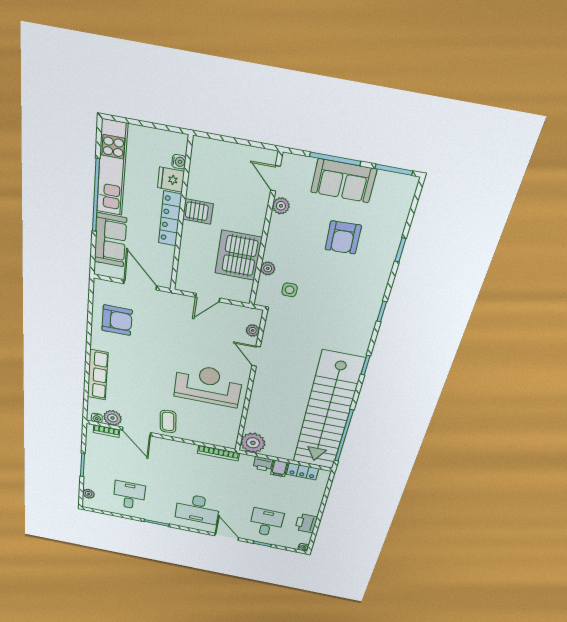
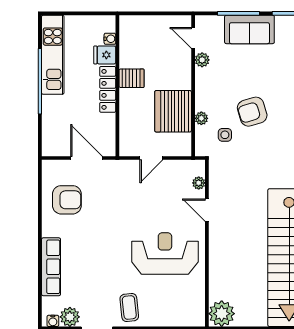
armchair: (343, 238) -> (252, 112), moved, turned 75
sofa: (110, 240) -> (55, 120), removed

